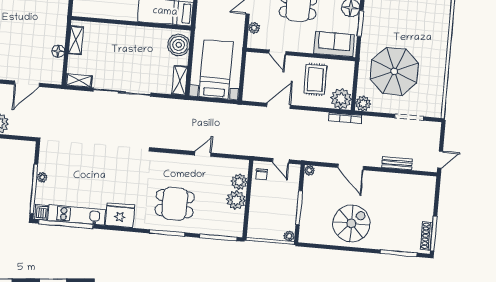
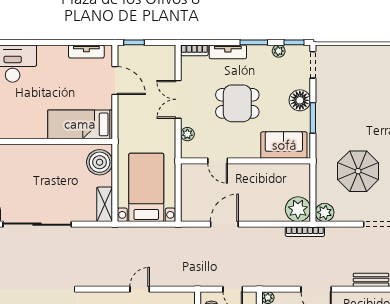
parasol: (394, 71) -> (358, 171), width x0.73, depth x0.73
rug: (315, 79) -> (265, 189), removed

